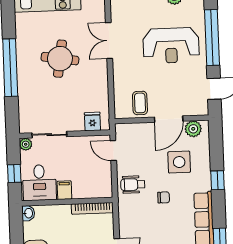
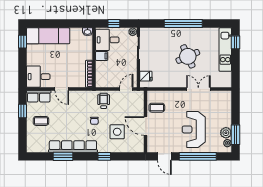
round table: (60, 59) -> (188, 56), turned -33
plant: (193, 129) -> (139, 142), removed

